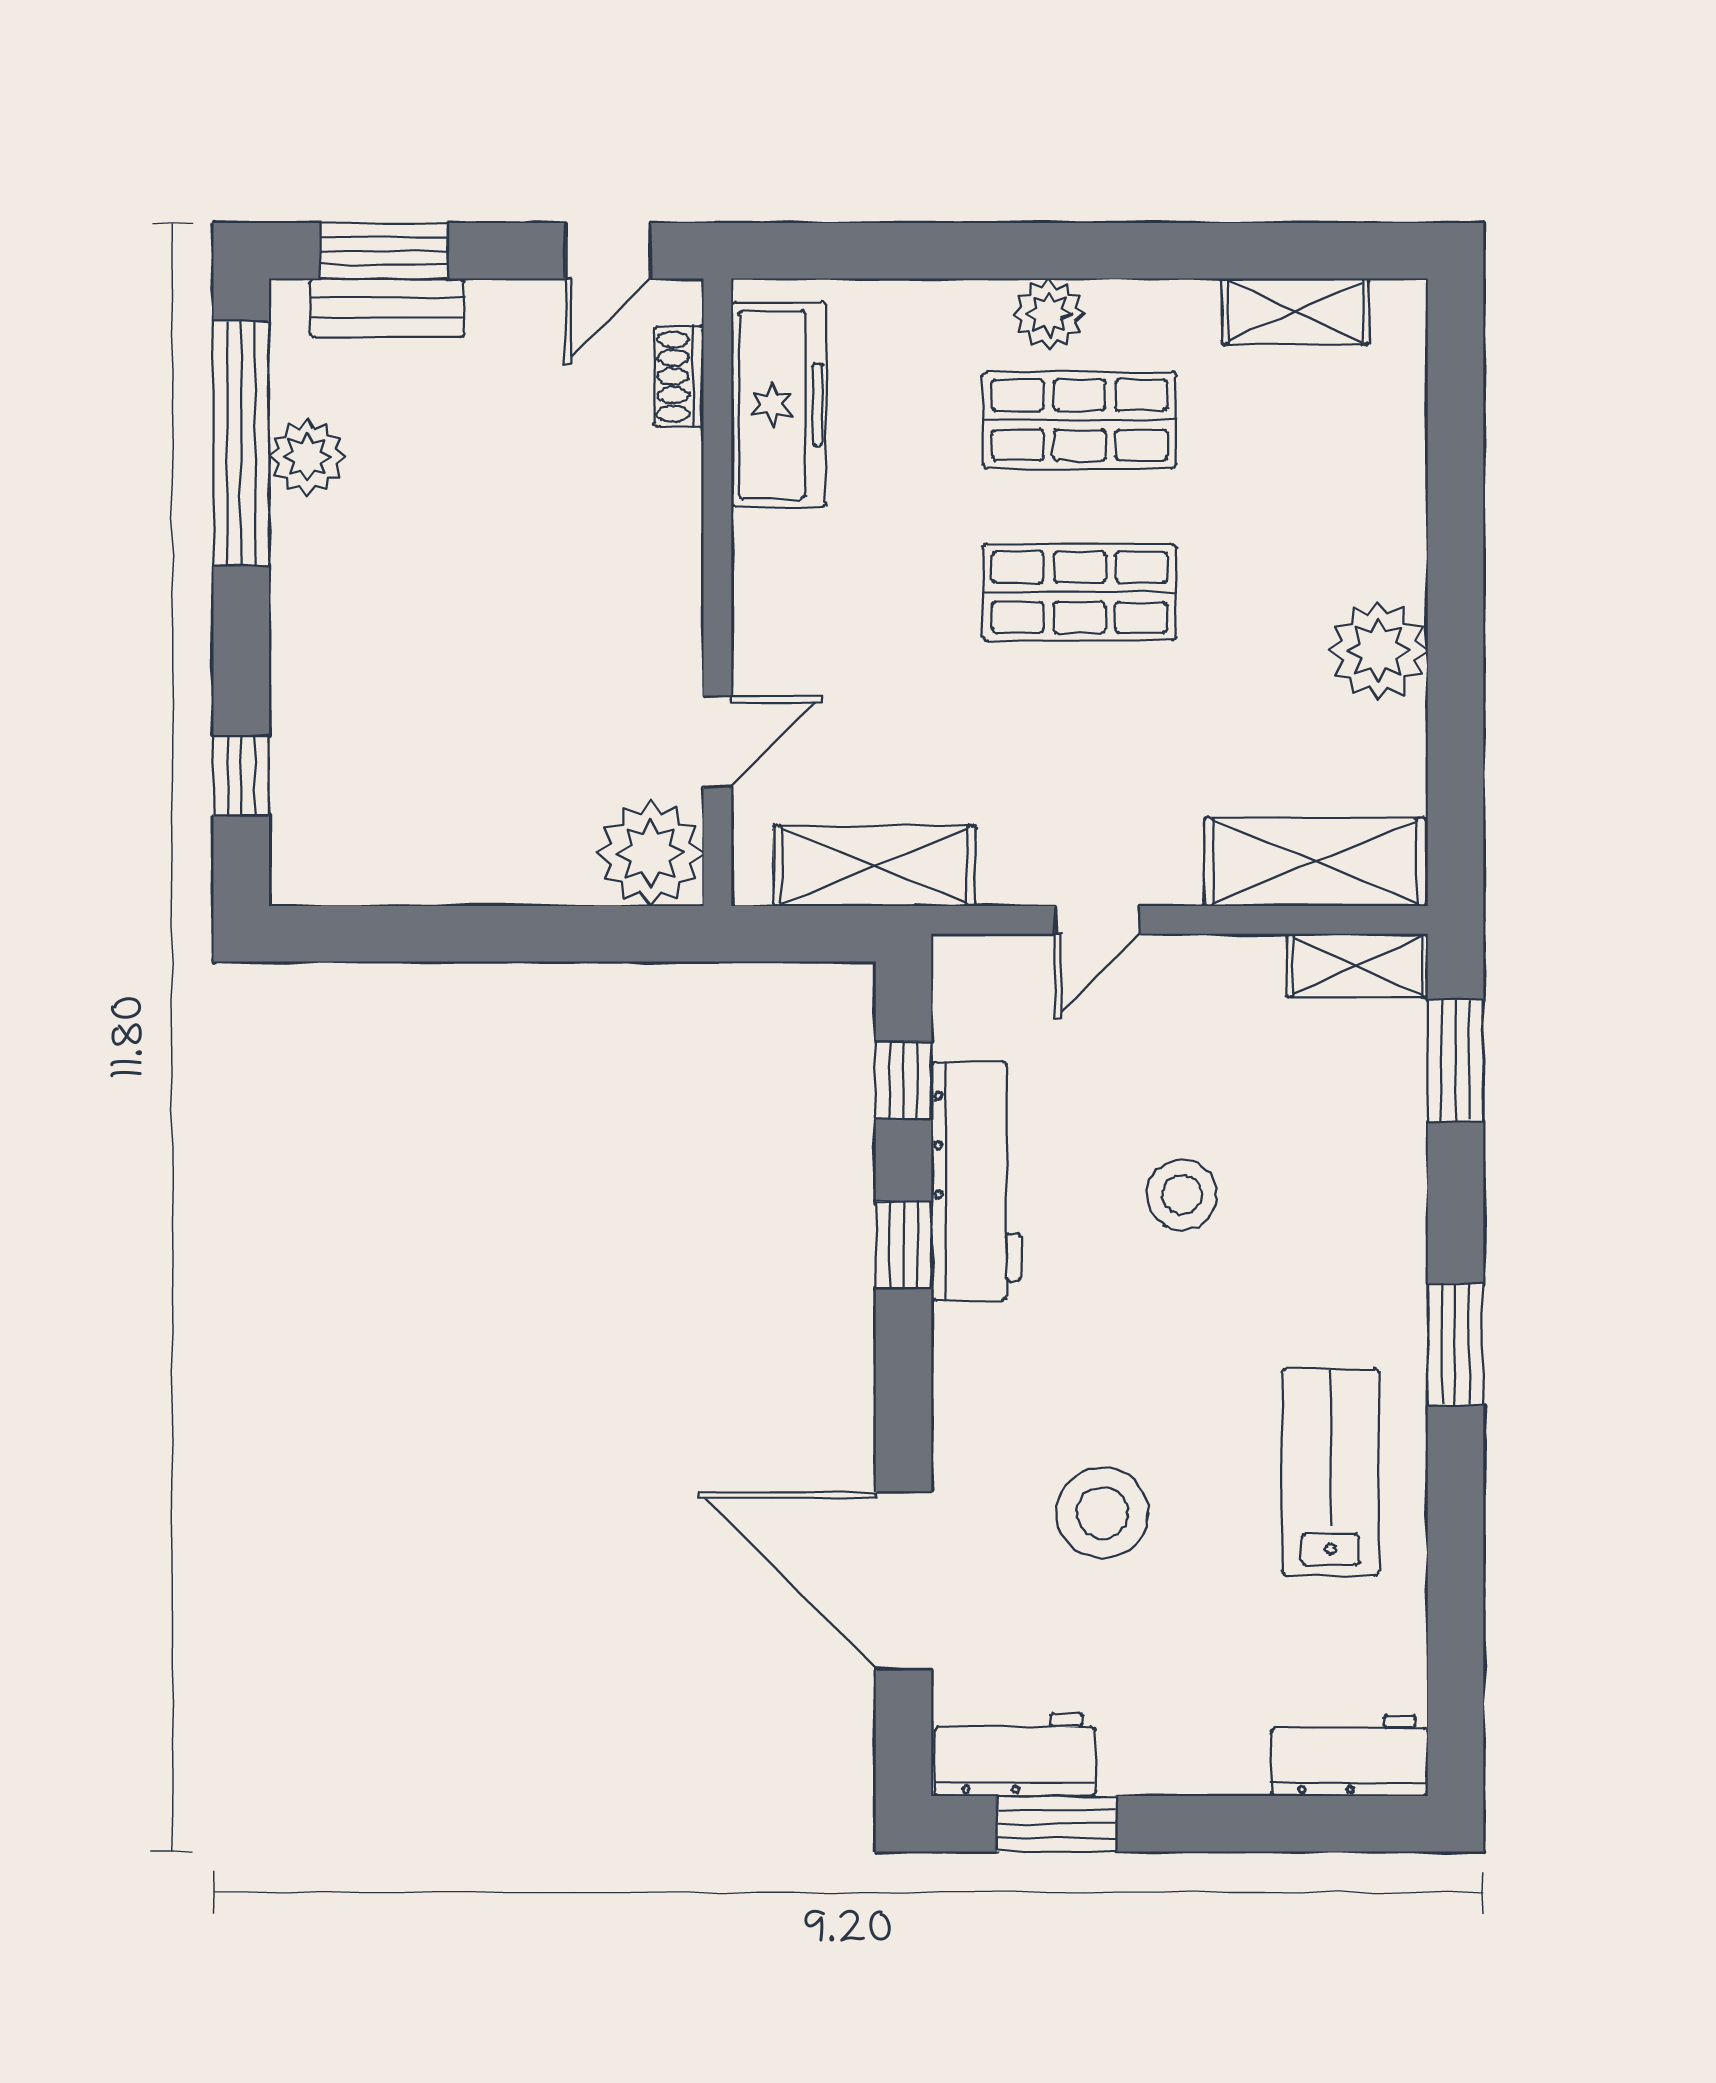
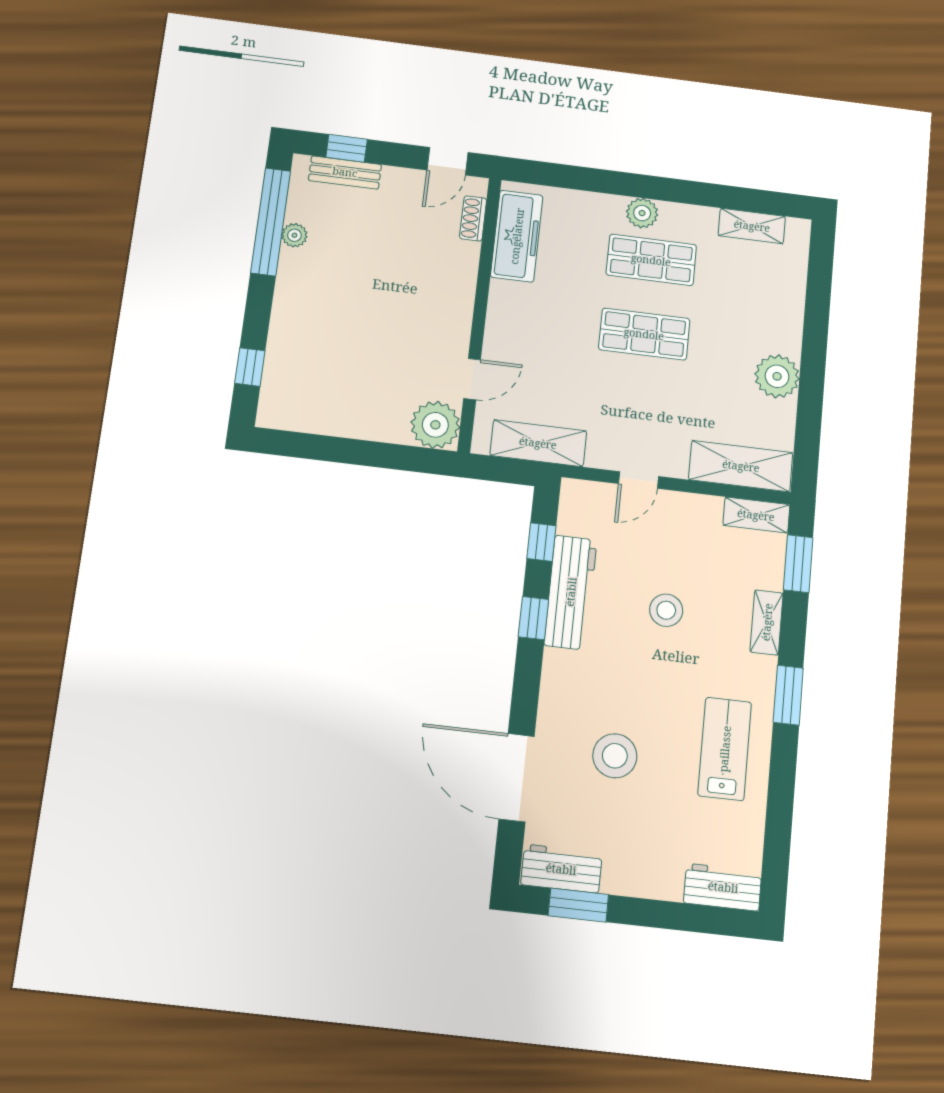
window: (384, 251) -> (347, 148), width x0.67
plant: (307, 457) -> (294, 235), width x0.73, depth x0.73
shelving: (1397, 1196) -> (767, 622), added

